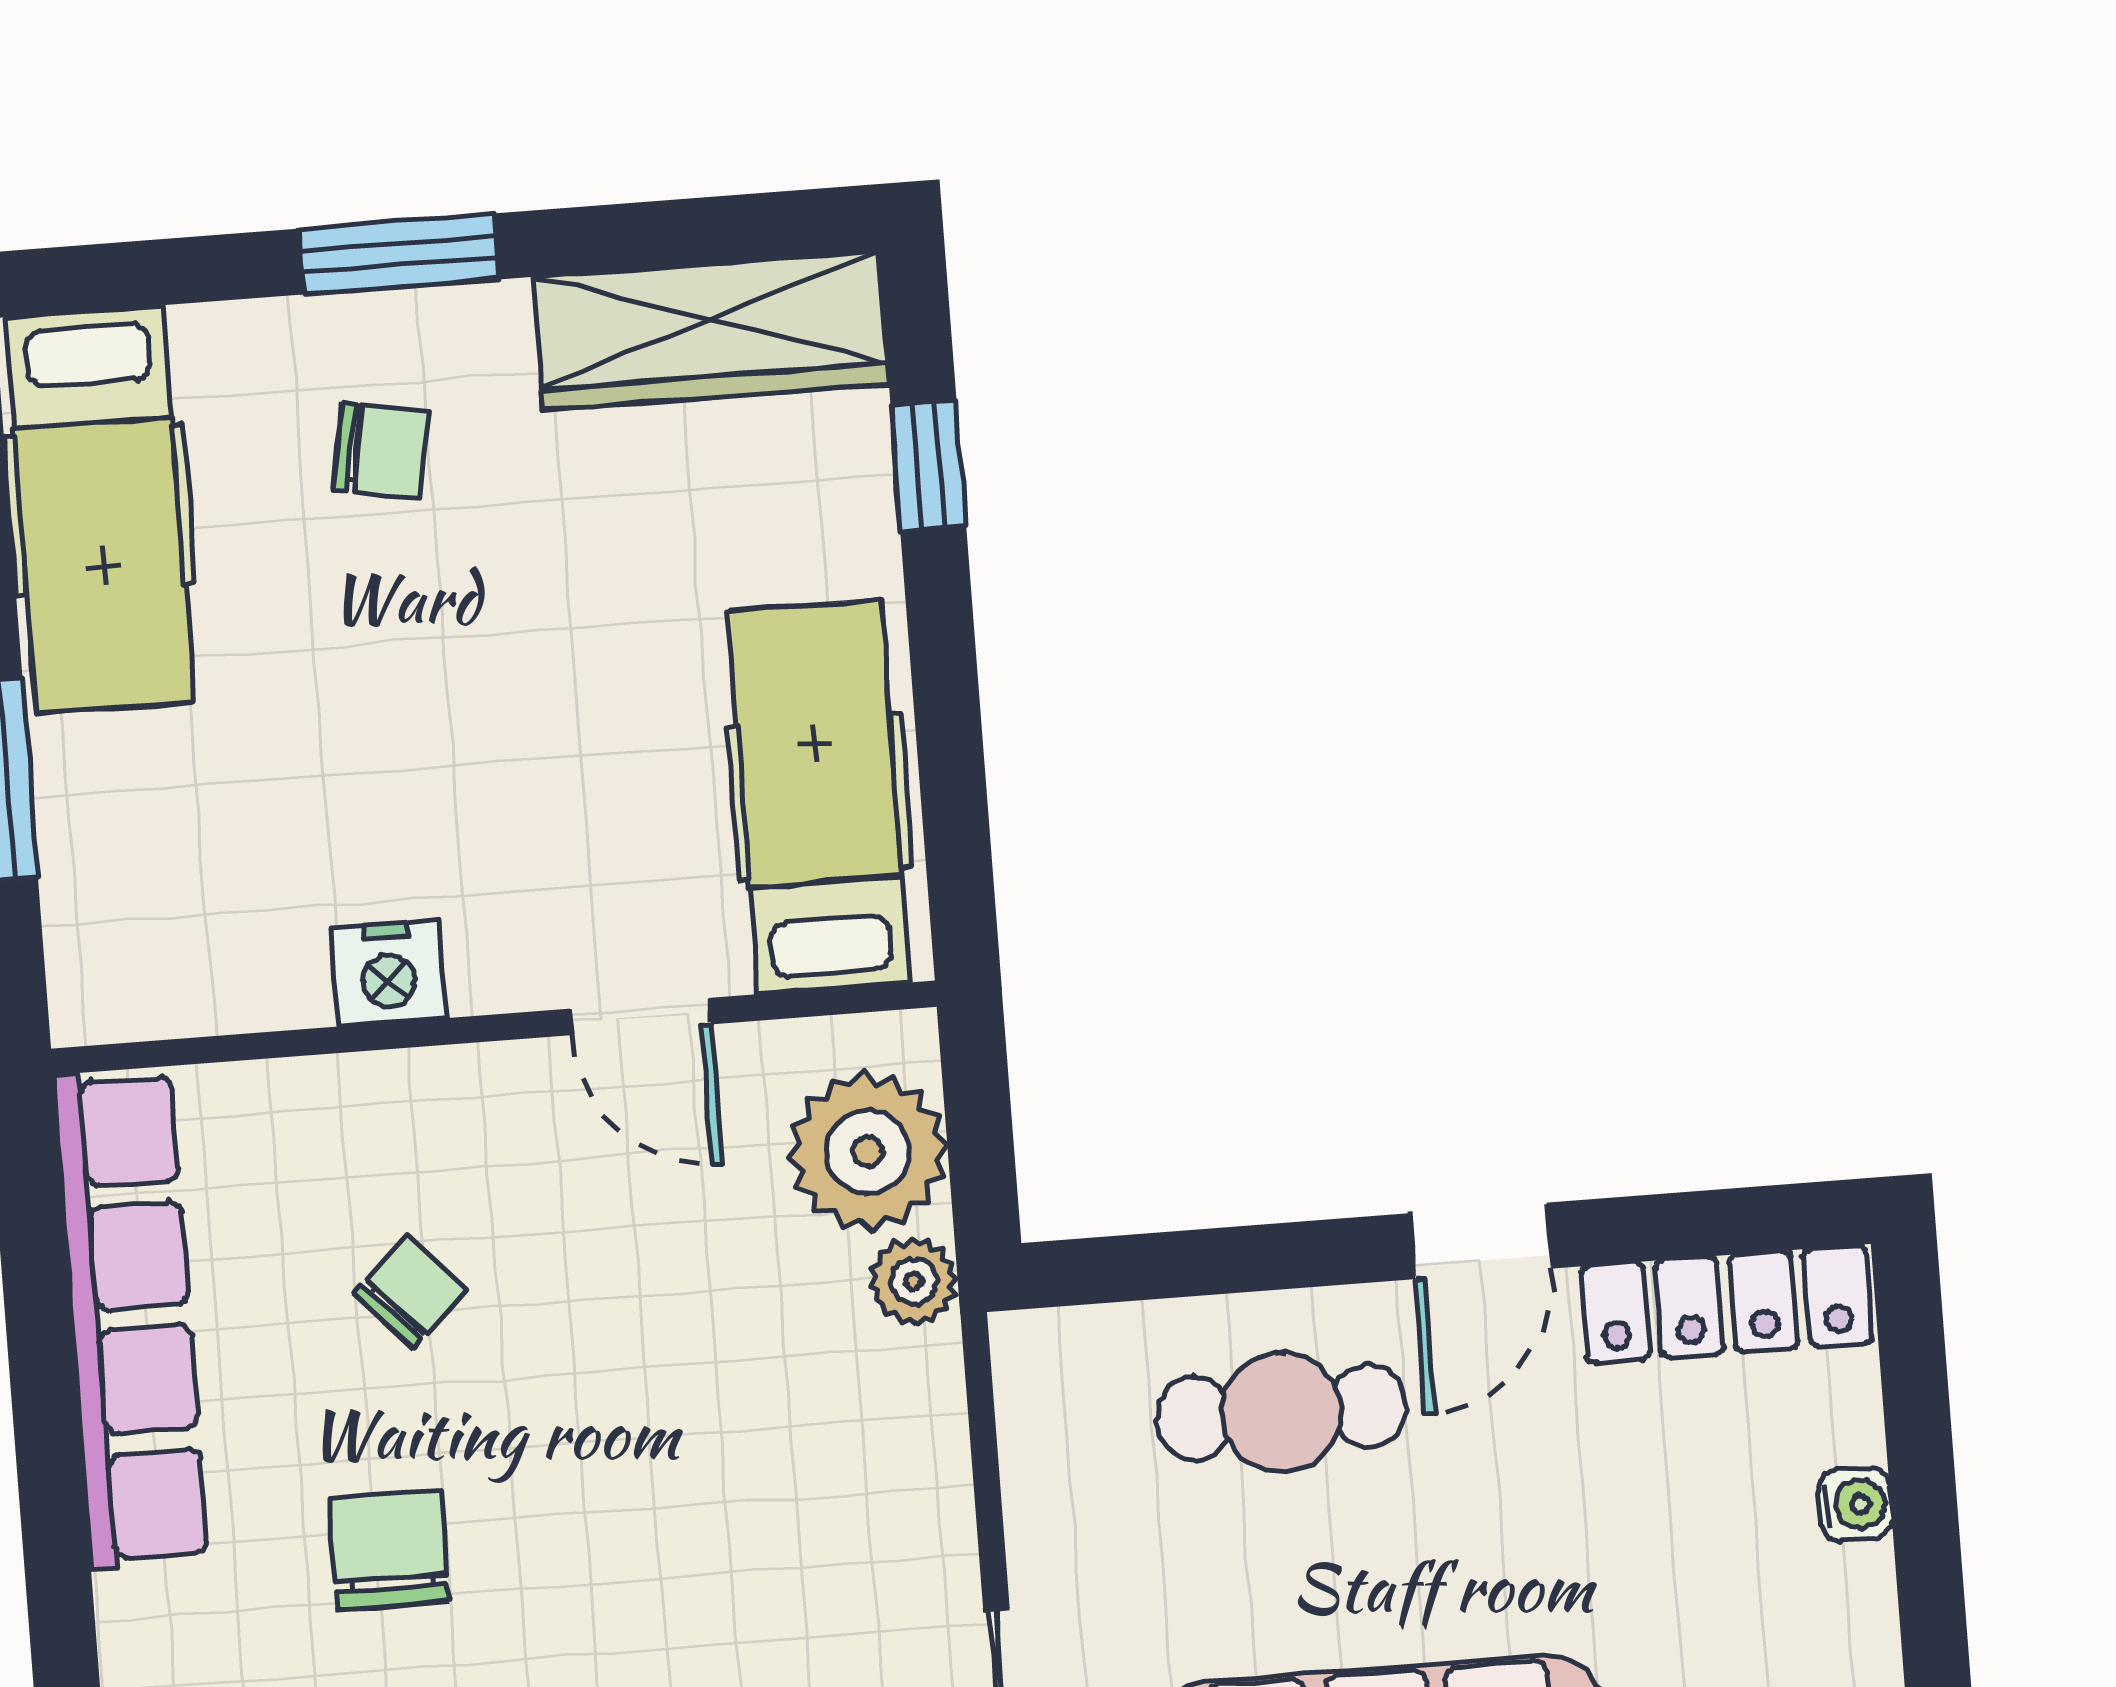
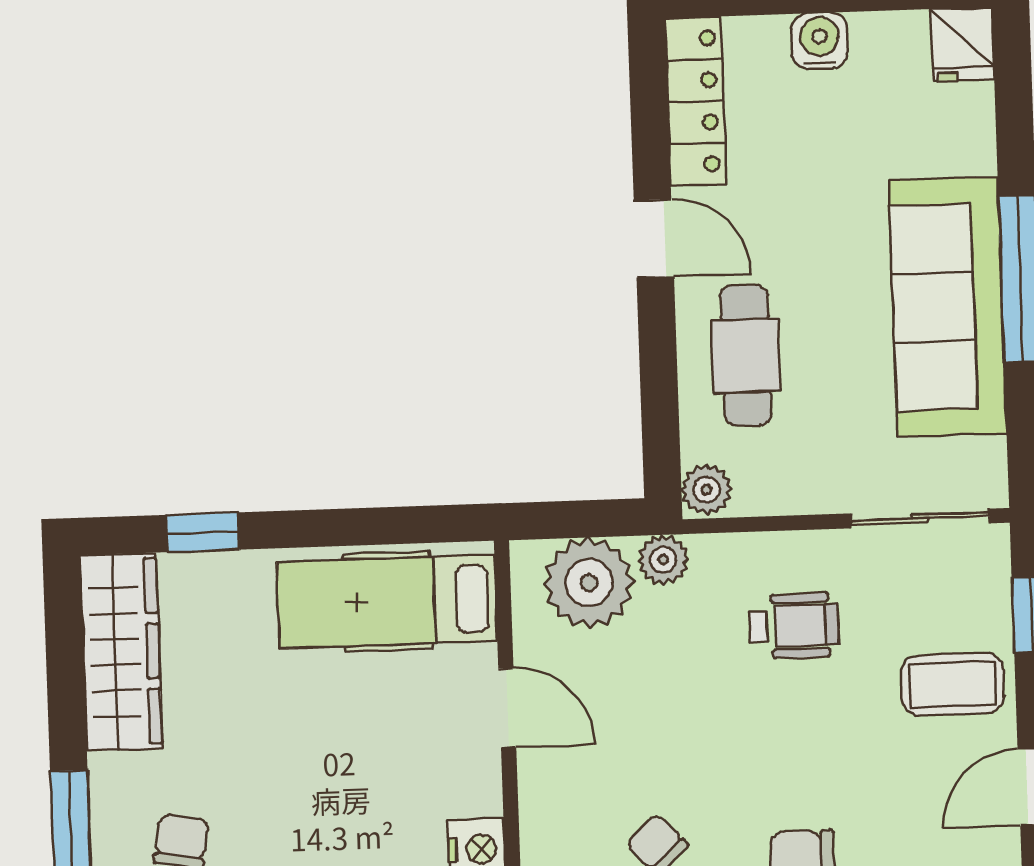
door: (641, 1016) -> (507, 708), hinge flipped
plant: (1041, 1352) -> (706, 490), added
water cooler: (1855, 1504) -> (820, 41), width x1.38, depth x1.38
wheelchair: (807, 1516) -> (794, 626), added

